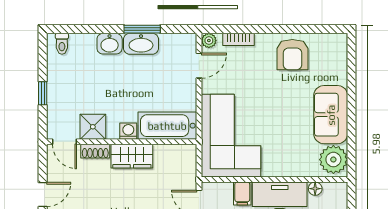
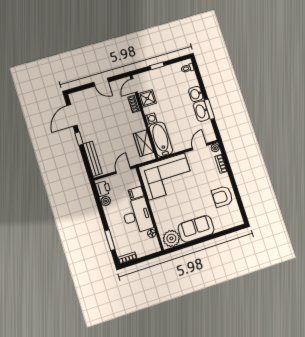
door: (199, 66) -> (200, 147), swing flipped
wardrobe: (132, 156) -> (143, 143), moved

